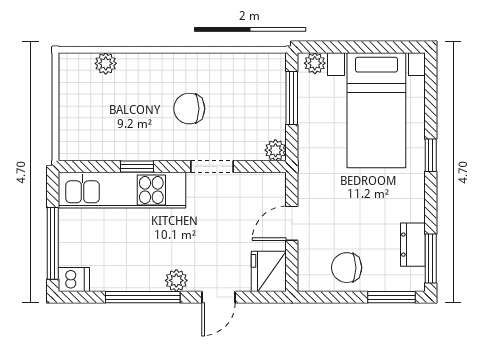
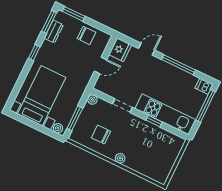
plant: (106, 63) -> (120, 158), moved
chair: (189, 109) -> (101, 134), moved, turned 180
window: (431, 155) -> (34, 53), moved
plant: (176, 280) -> (161, 65), removed

